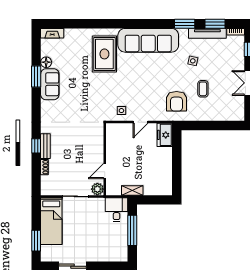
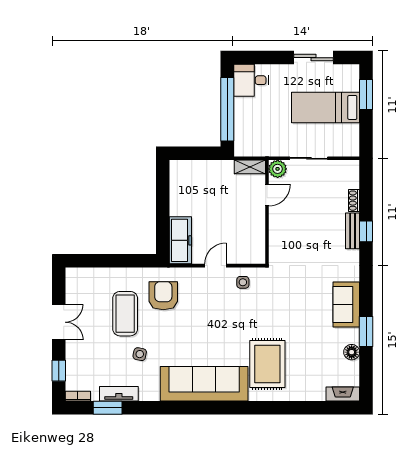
window: (185, 24) -> (152, 408), removed
tv unit: (207, 33) -> (119, 394), width x0.71
sofa: (50, 84) -> (346, 305), moved
coffee table: (203, 89) -> (125, 314), width x1.86, depth x1.72
freezer: (165, 135) -> (180, 240), width x1.40
shelving: (132, 190) -> (250, 167), moved
desk: (116, 210) -> (251, 80), moved, turned 90
bed: (51, 221) -> (326, 107), moved, turned -90
window: (132, 230) -> (227, 109), width x1.46

